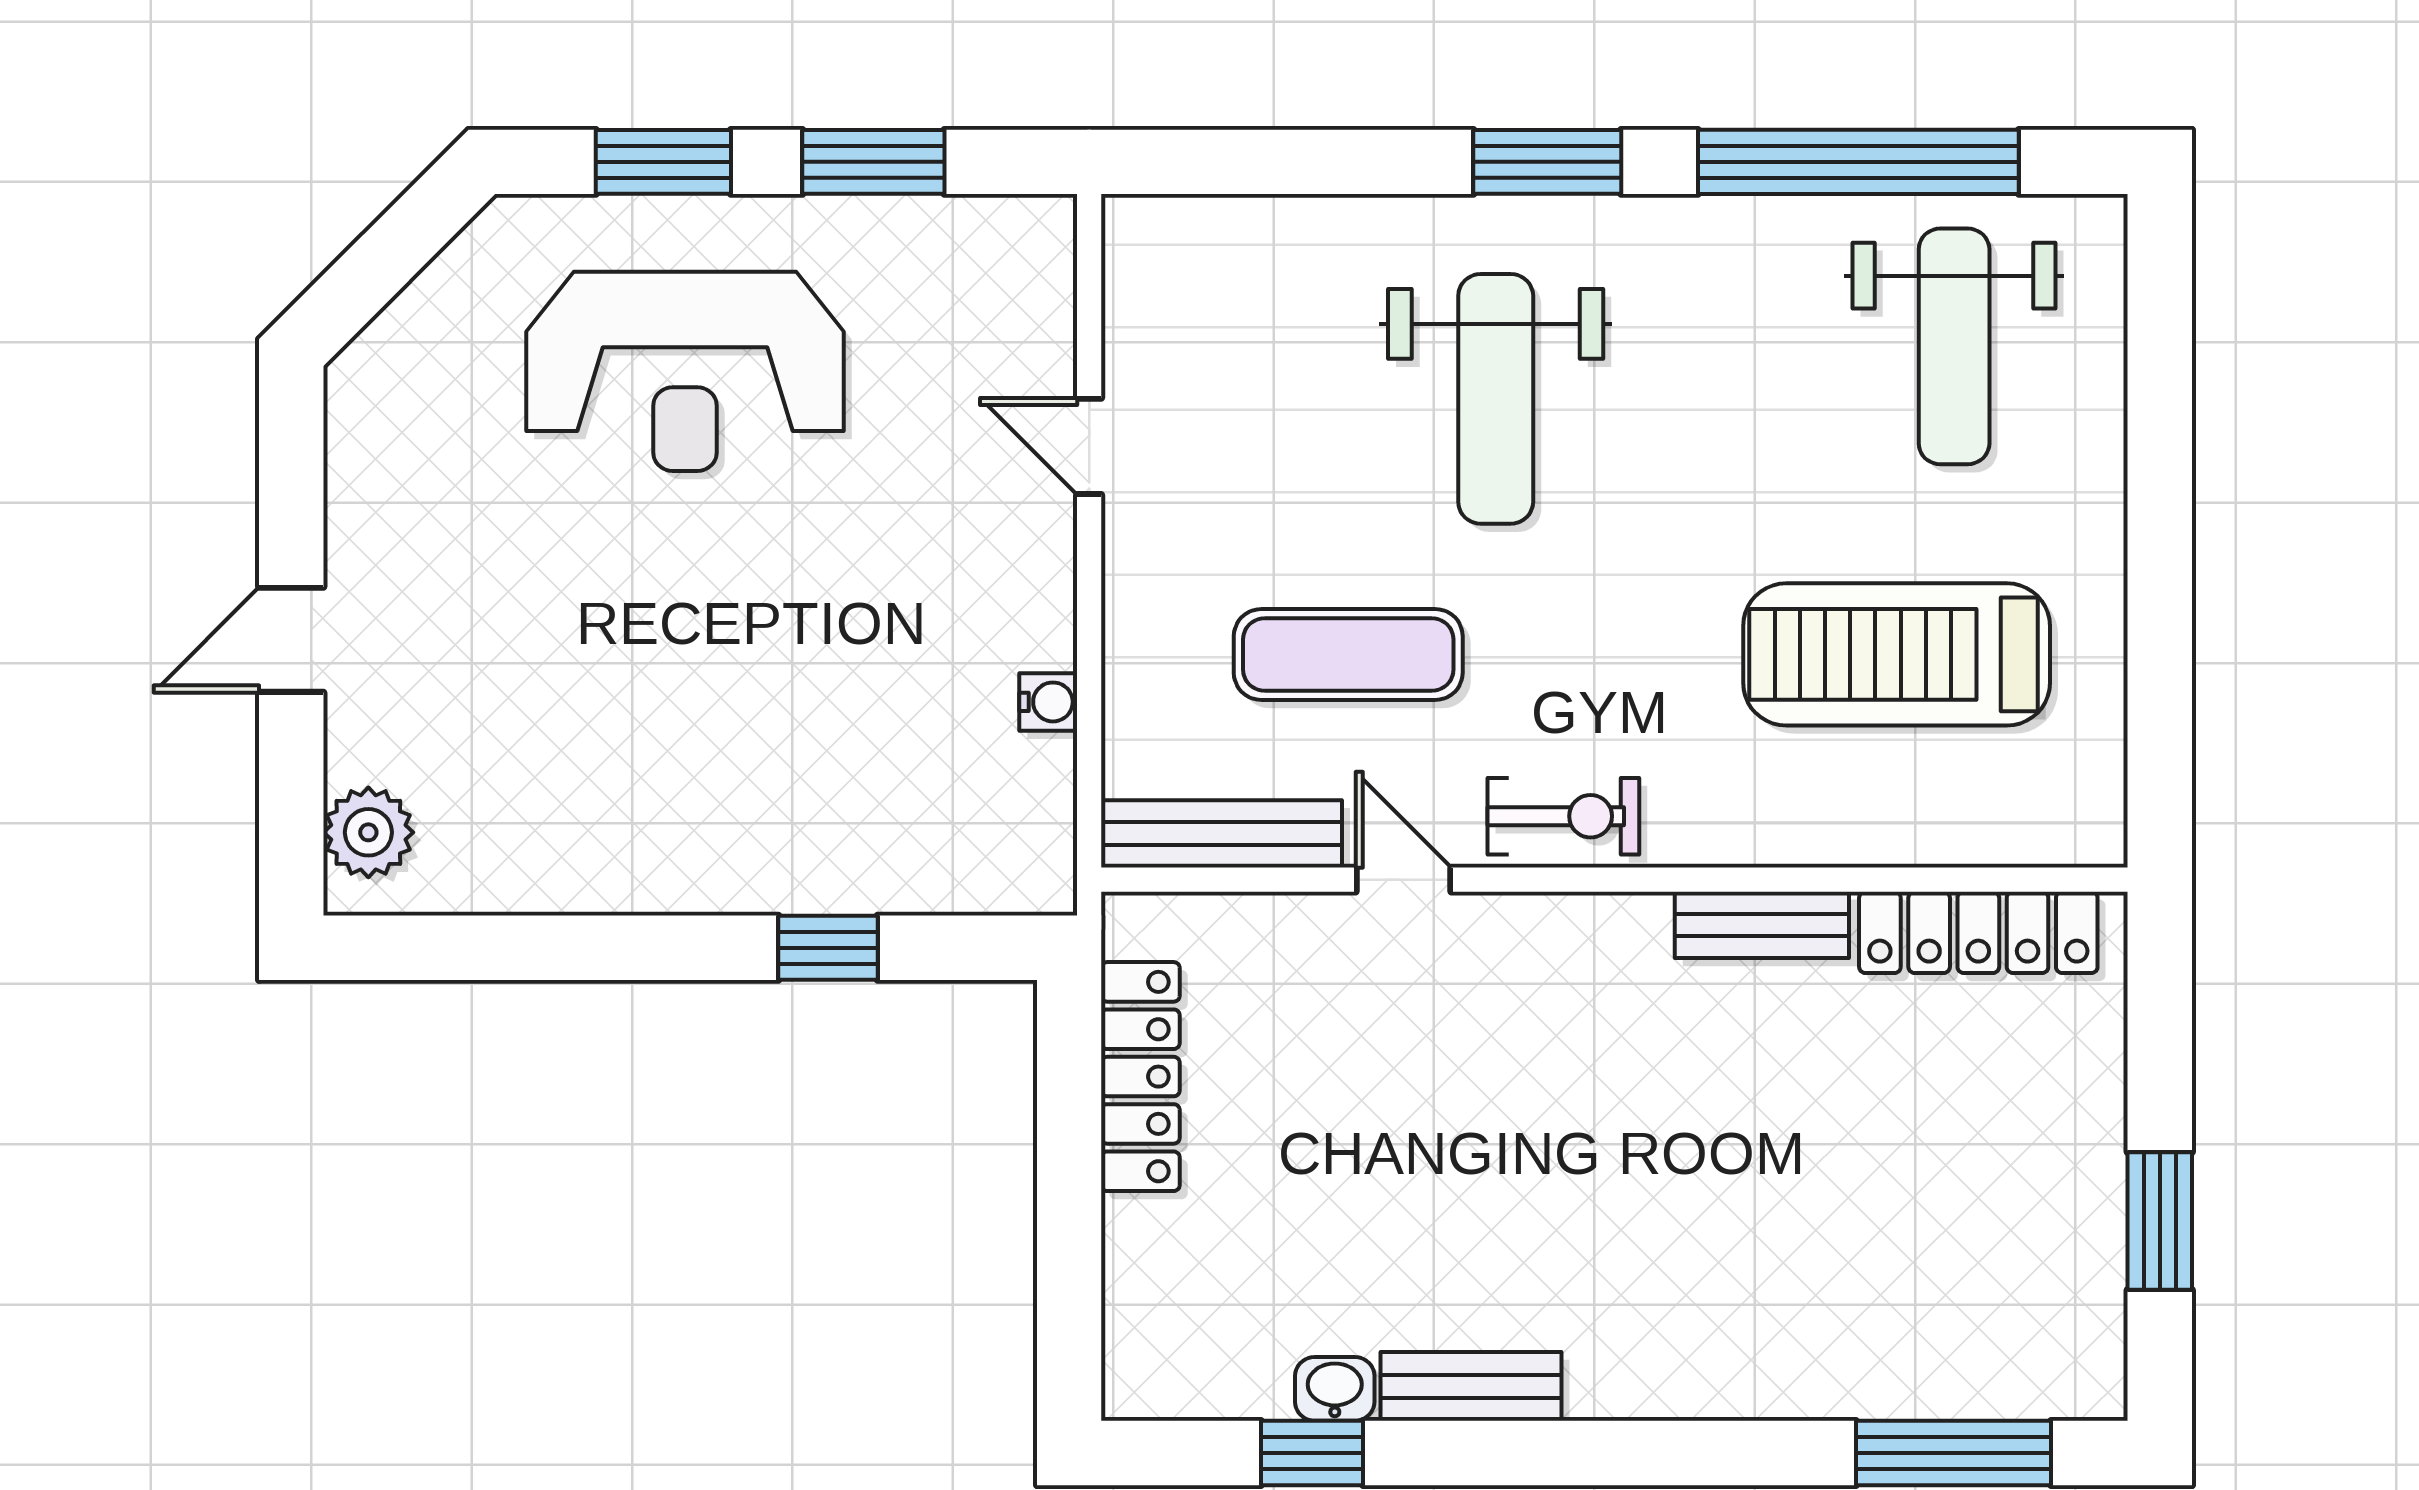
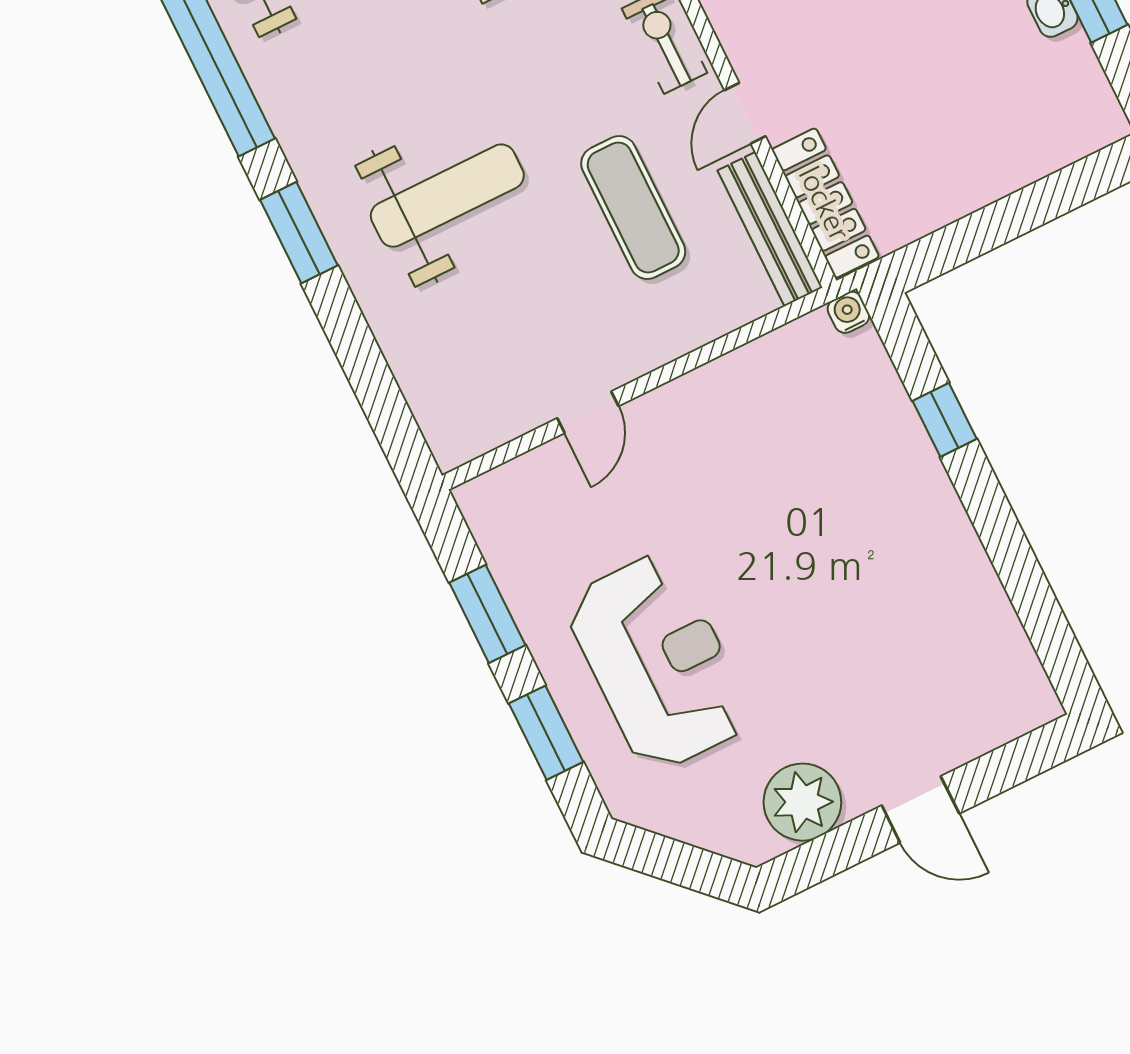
water cooler: (1048, 702) -> (848, 312), moved
plant: (368, 832) -> (802, 802), moved, width x1.36, depth x1.36
locker: (1140, 1077) -> (825, 203), moved, turned 90

